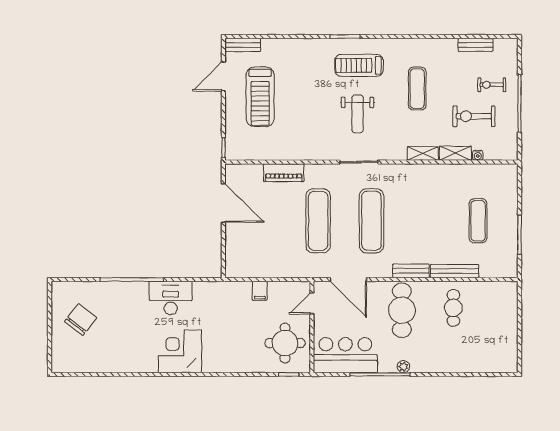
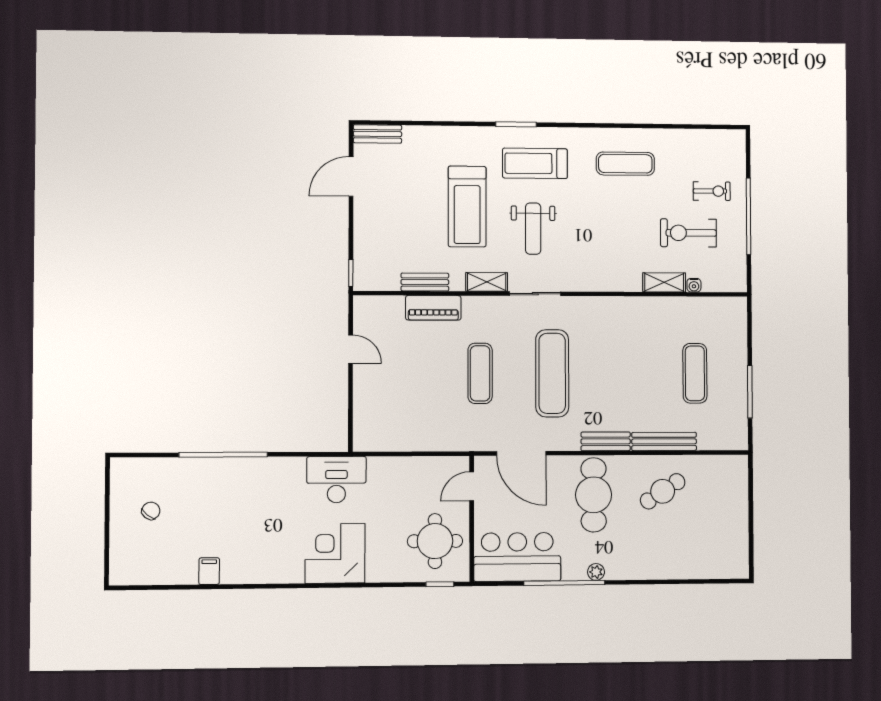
bench: (476, 45) -> (425, 282), moved
exercise bike: (492, 85) -> (712, 191), turned 180
exercise mat: (417, 89) -> (625, 164), moved, turned 90
treadmill: (260, 97) -> (467, 206), moved
shelving: (423, 154) -> (487, 282), moved
door: (223, 203) -> (351, 349), width x0.53
exercise mat: (318, 221) -> (480, 373), width x0.73, depth x0.69
filing cabinet: (260, 291) -> (209, 571), moved, turned 180
desk: (171, 298) -> (336, 480), moved
cafe table: (453, 308) -> (663, 491), turned 57
chair: (81, 320) -> (151, 511), width x0.54, depth x0.54
corner desk: (180, 351) -> (335, 553), moved

